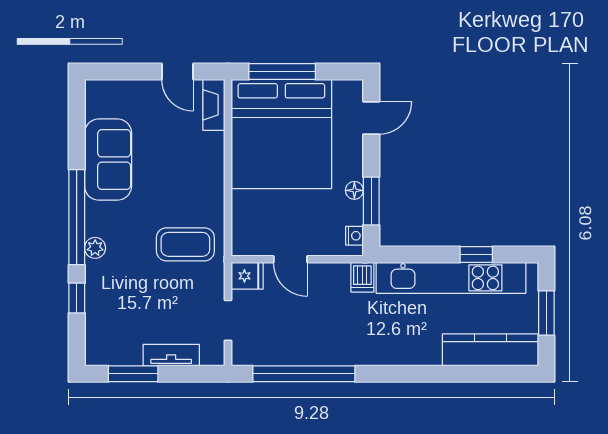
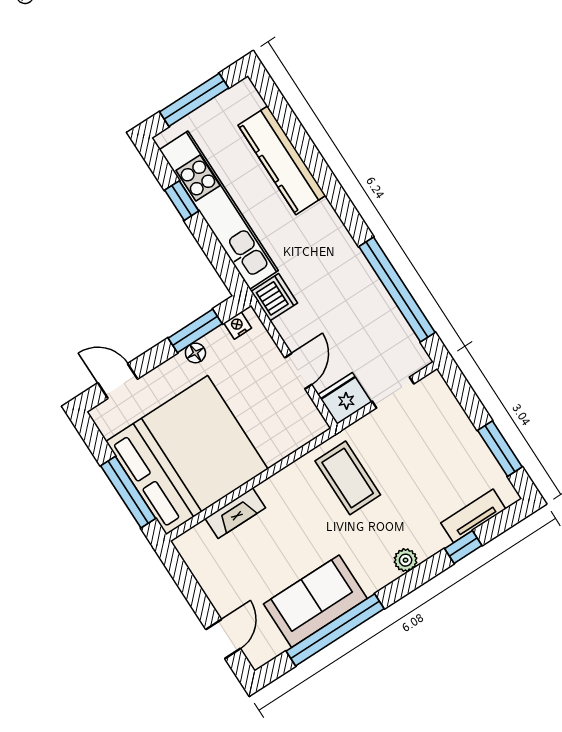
door: (178, 71) -> (223, 639), moved
fireplace: (214, 105) -> (235, 513), moved
window: (77, 217) -> (335, 630), moved
fridge: (247, 276) -> (345, 398), width x1.38
dishwasher: (362, 277) -> (274, 297), width x1.38
window: (546, 313) -> (194, 100), width x1.44
kitchen counter: (491, 350) -> (282, 160), moved
tv unit: (171, 355) -> (473, 516), moved, turned 90

